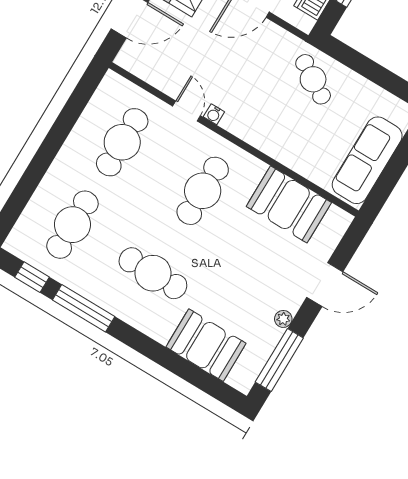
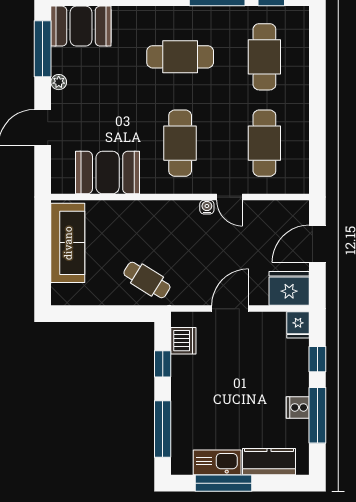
booth: (206, 345) -> (81, 26), moved

